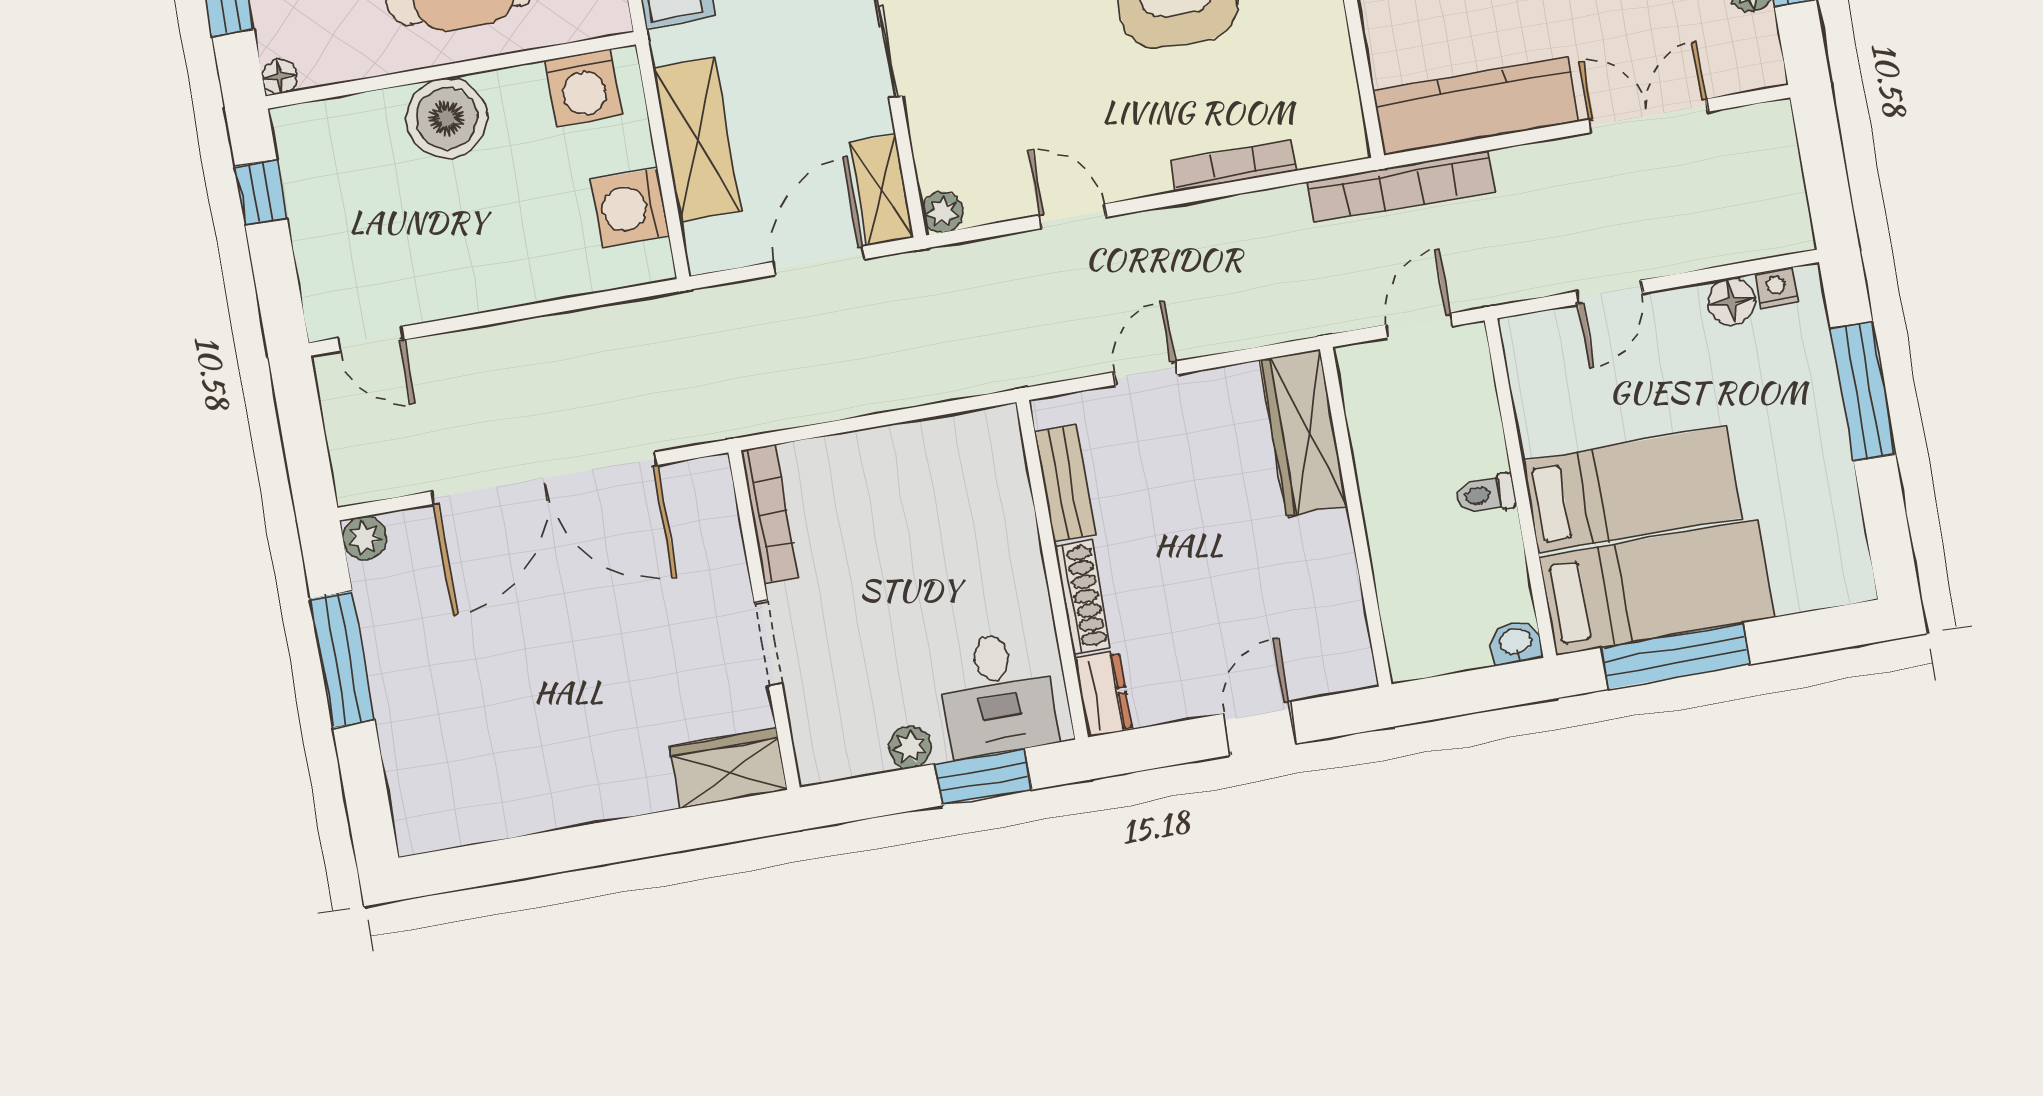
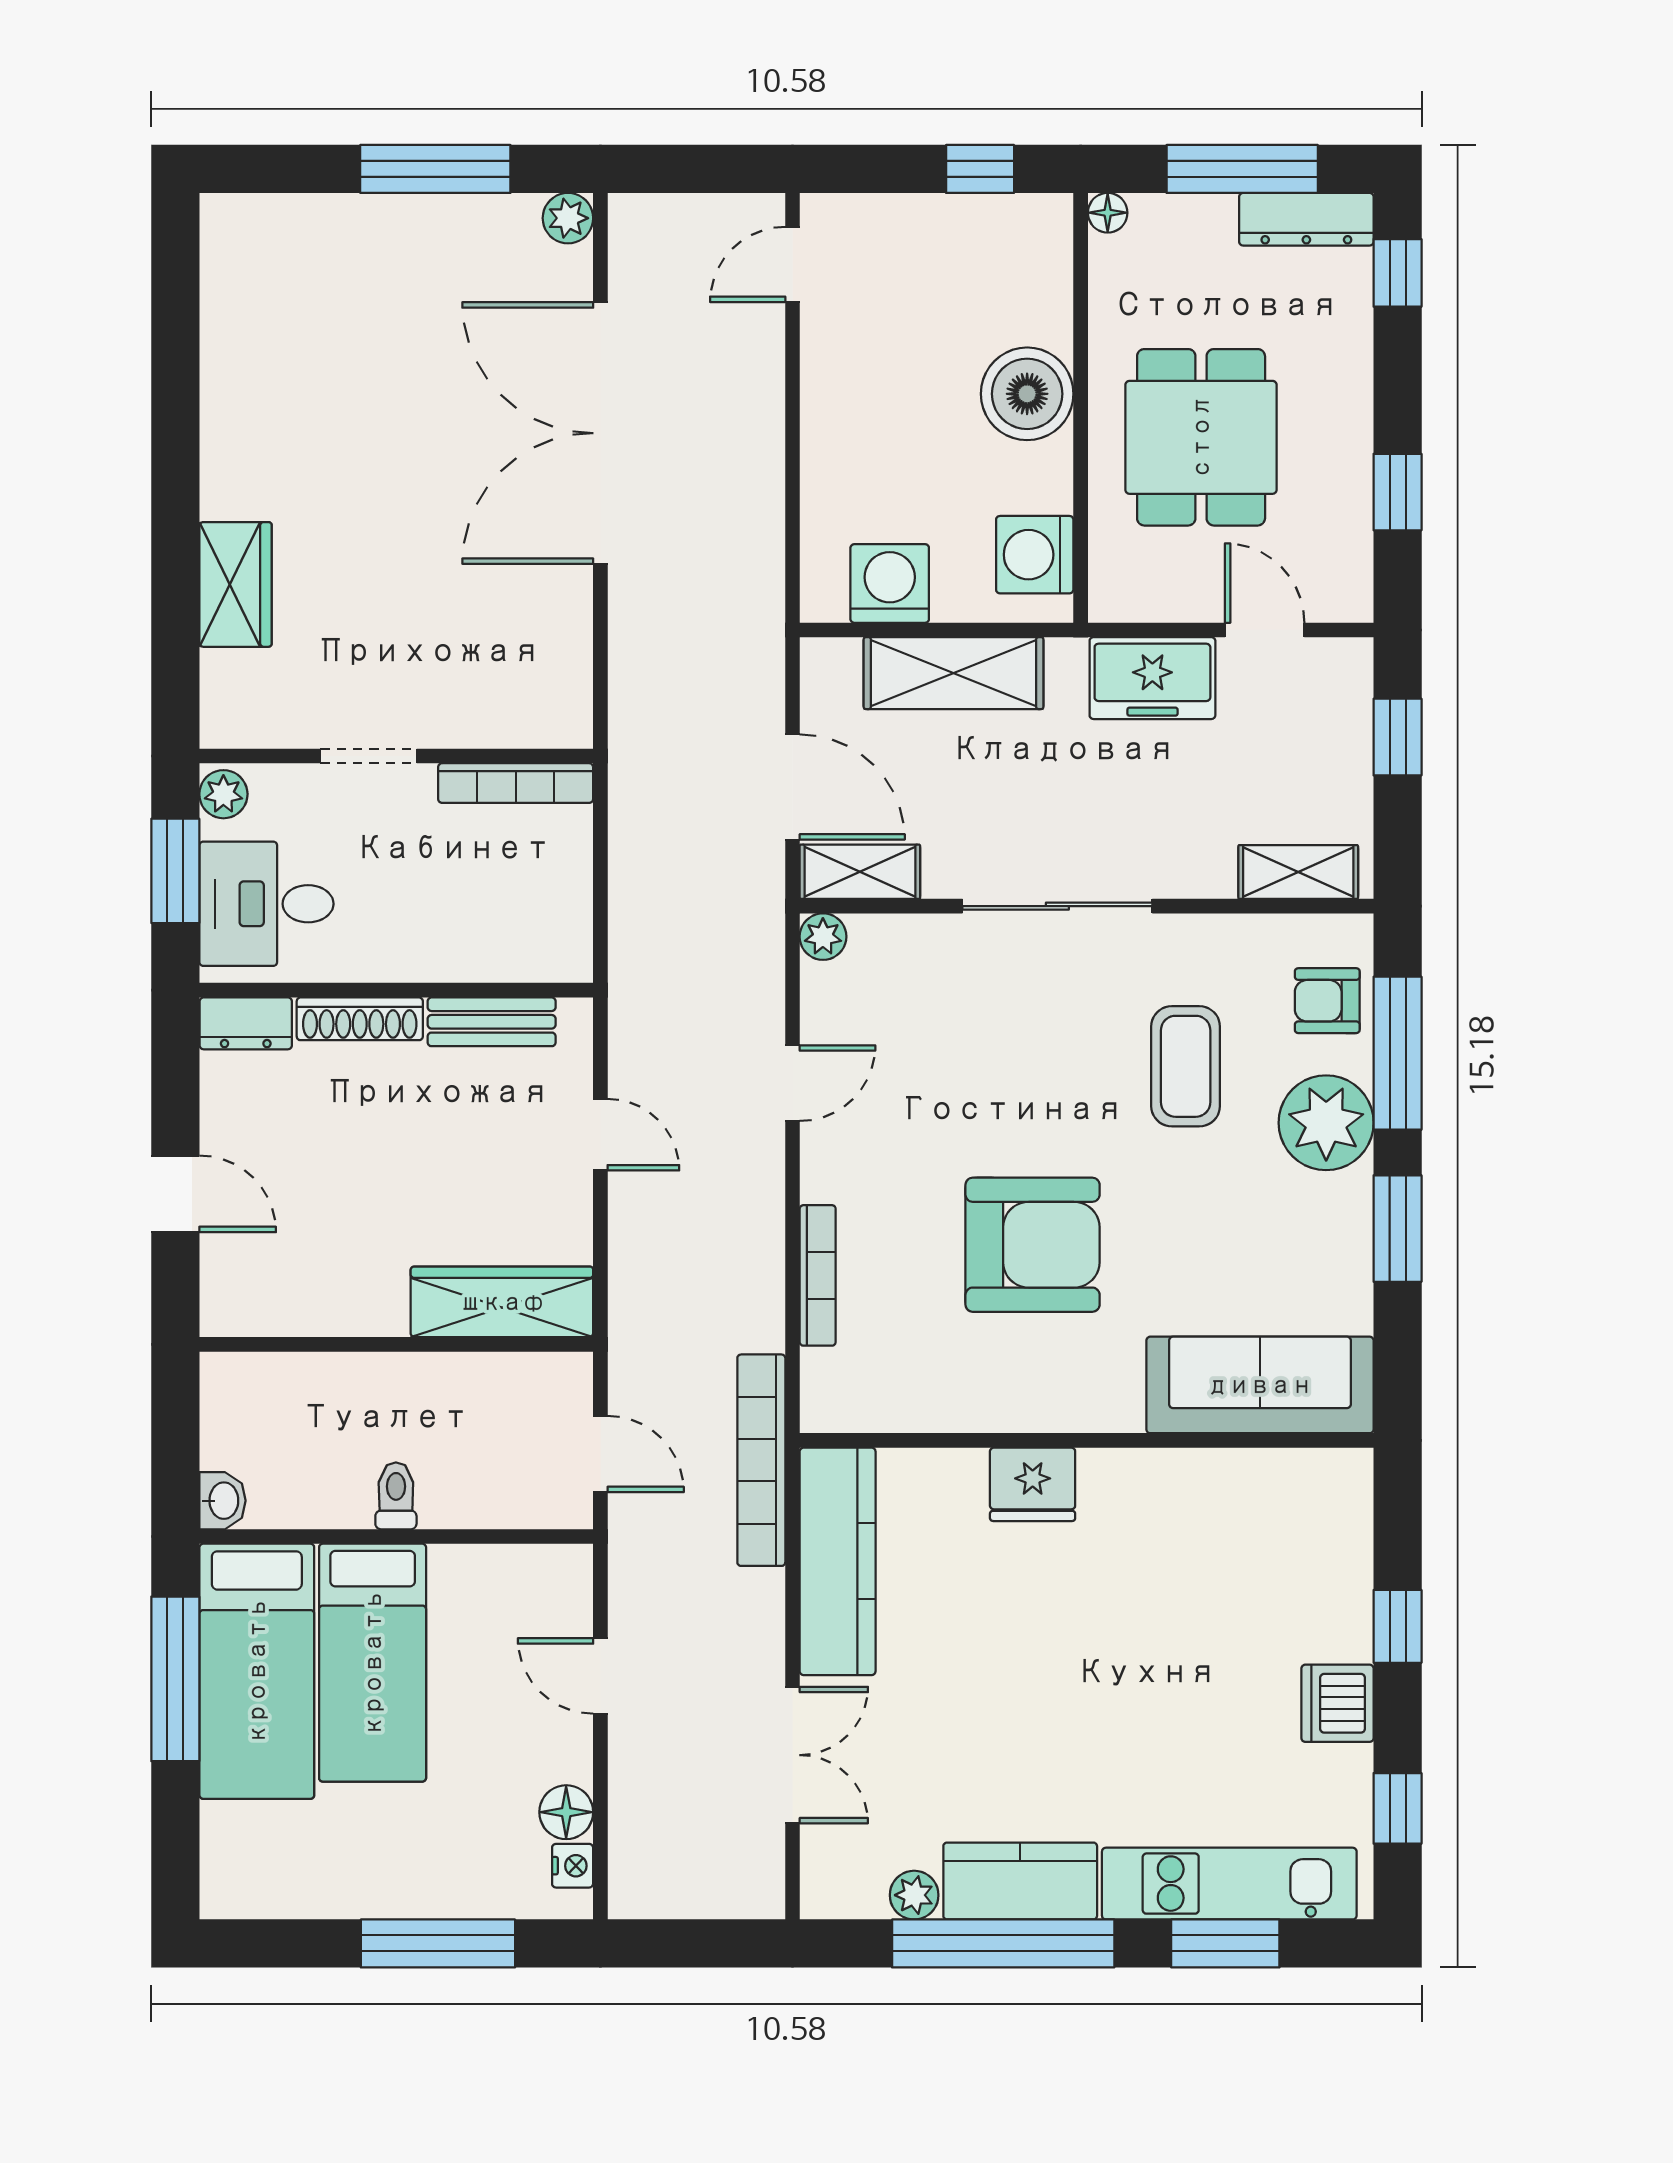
bookcase: (769, 514) -> (516, 783), moved
wall: (764, 620) -> (396, 756), moved
doorway: (768, 644) -> (369, 756), moved

